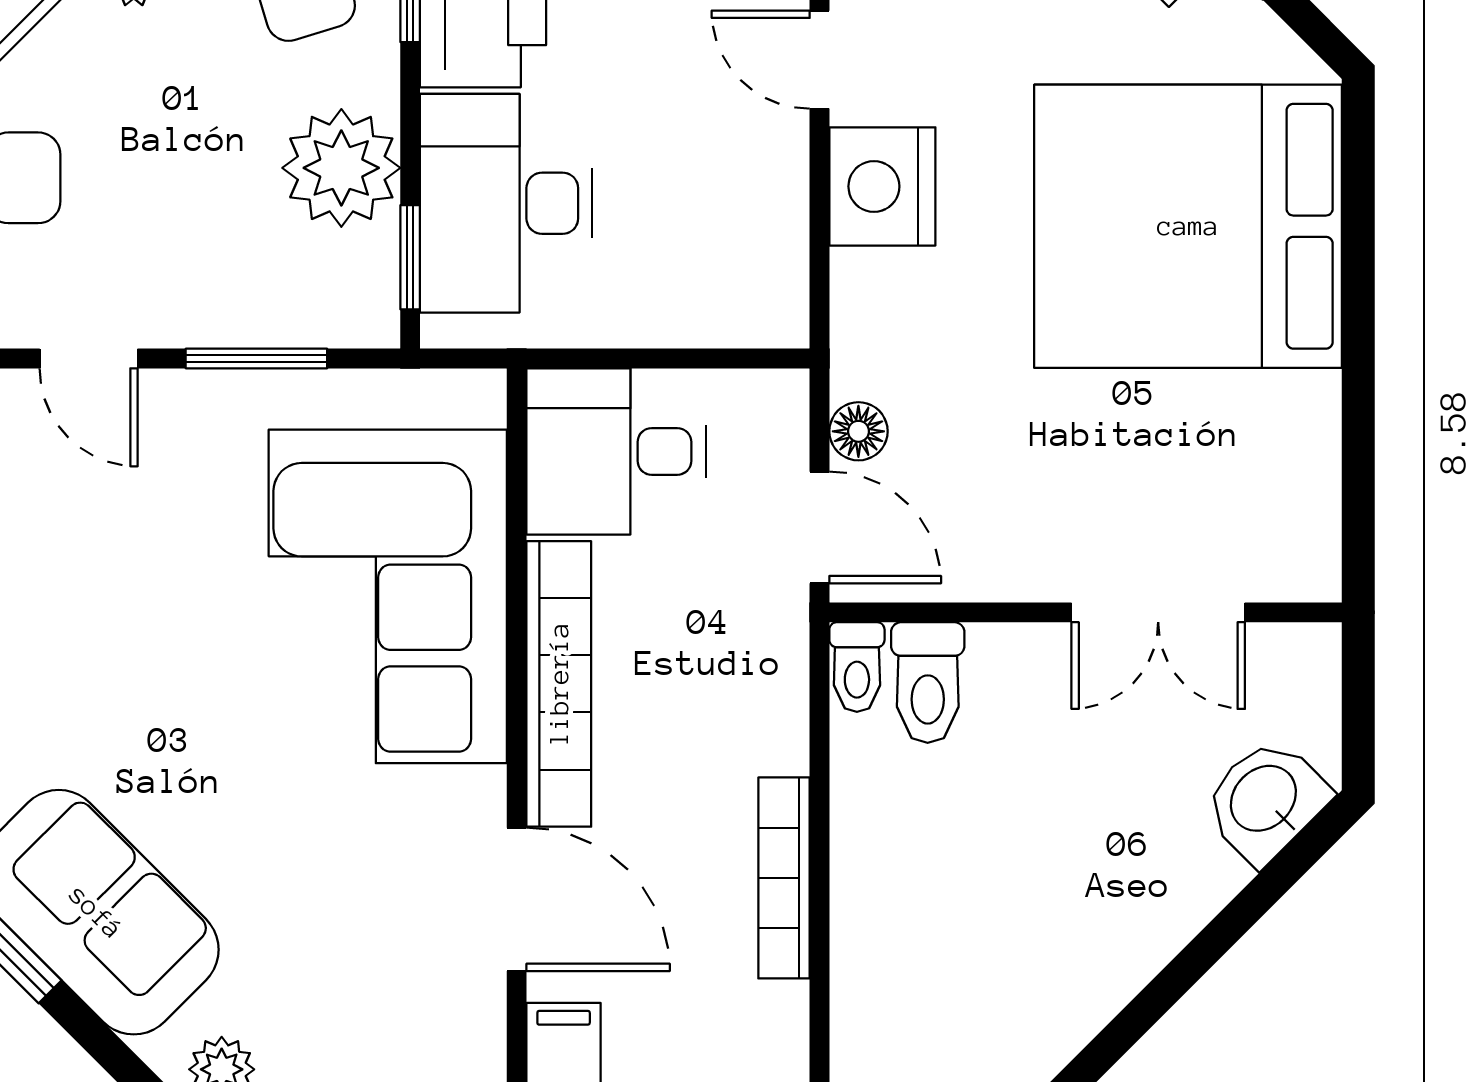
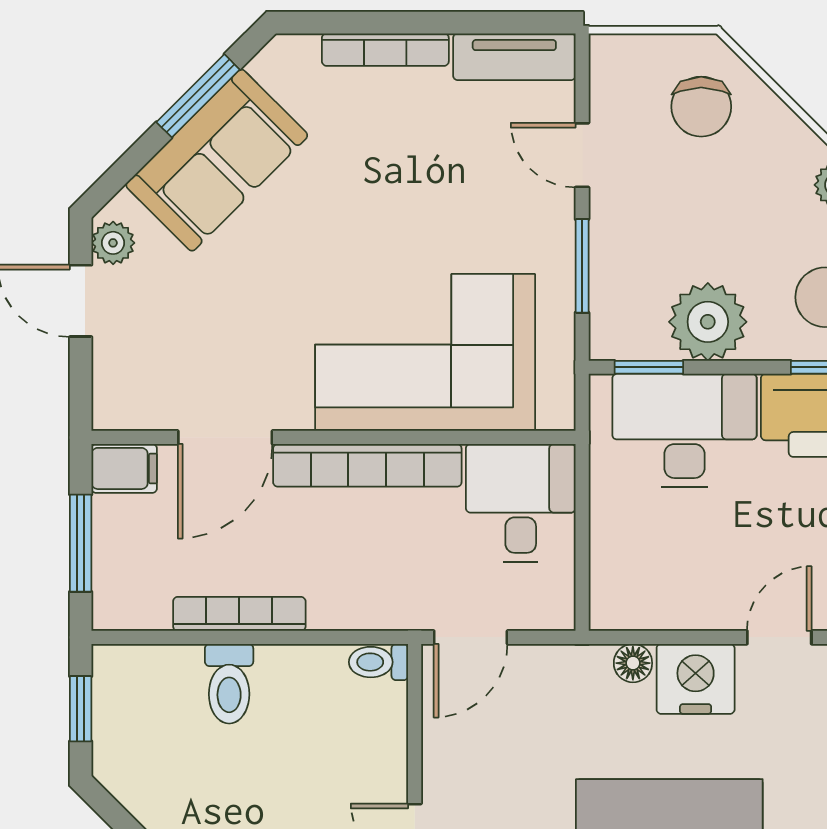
door: (89, 359) -> (582, 155), hinge flipped
floor lamp: (858, 431) -> (633, 663), moved
toilet: (928, 683) -> (229, 684), moved, turned -90

